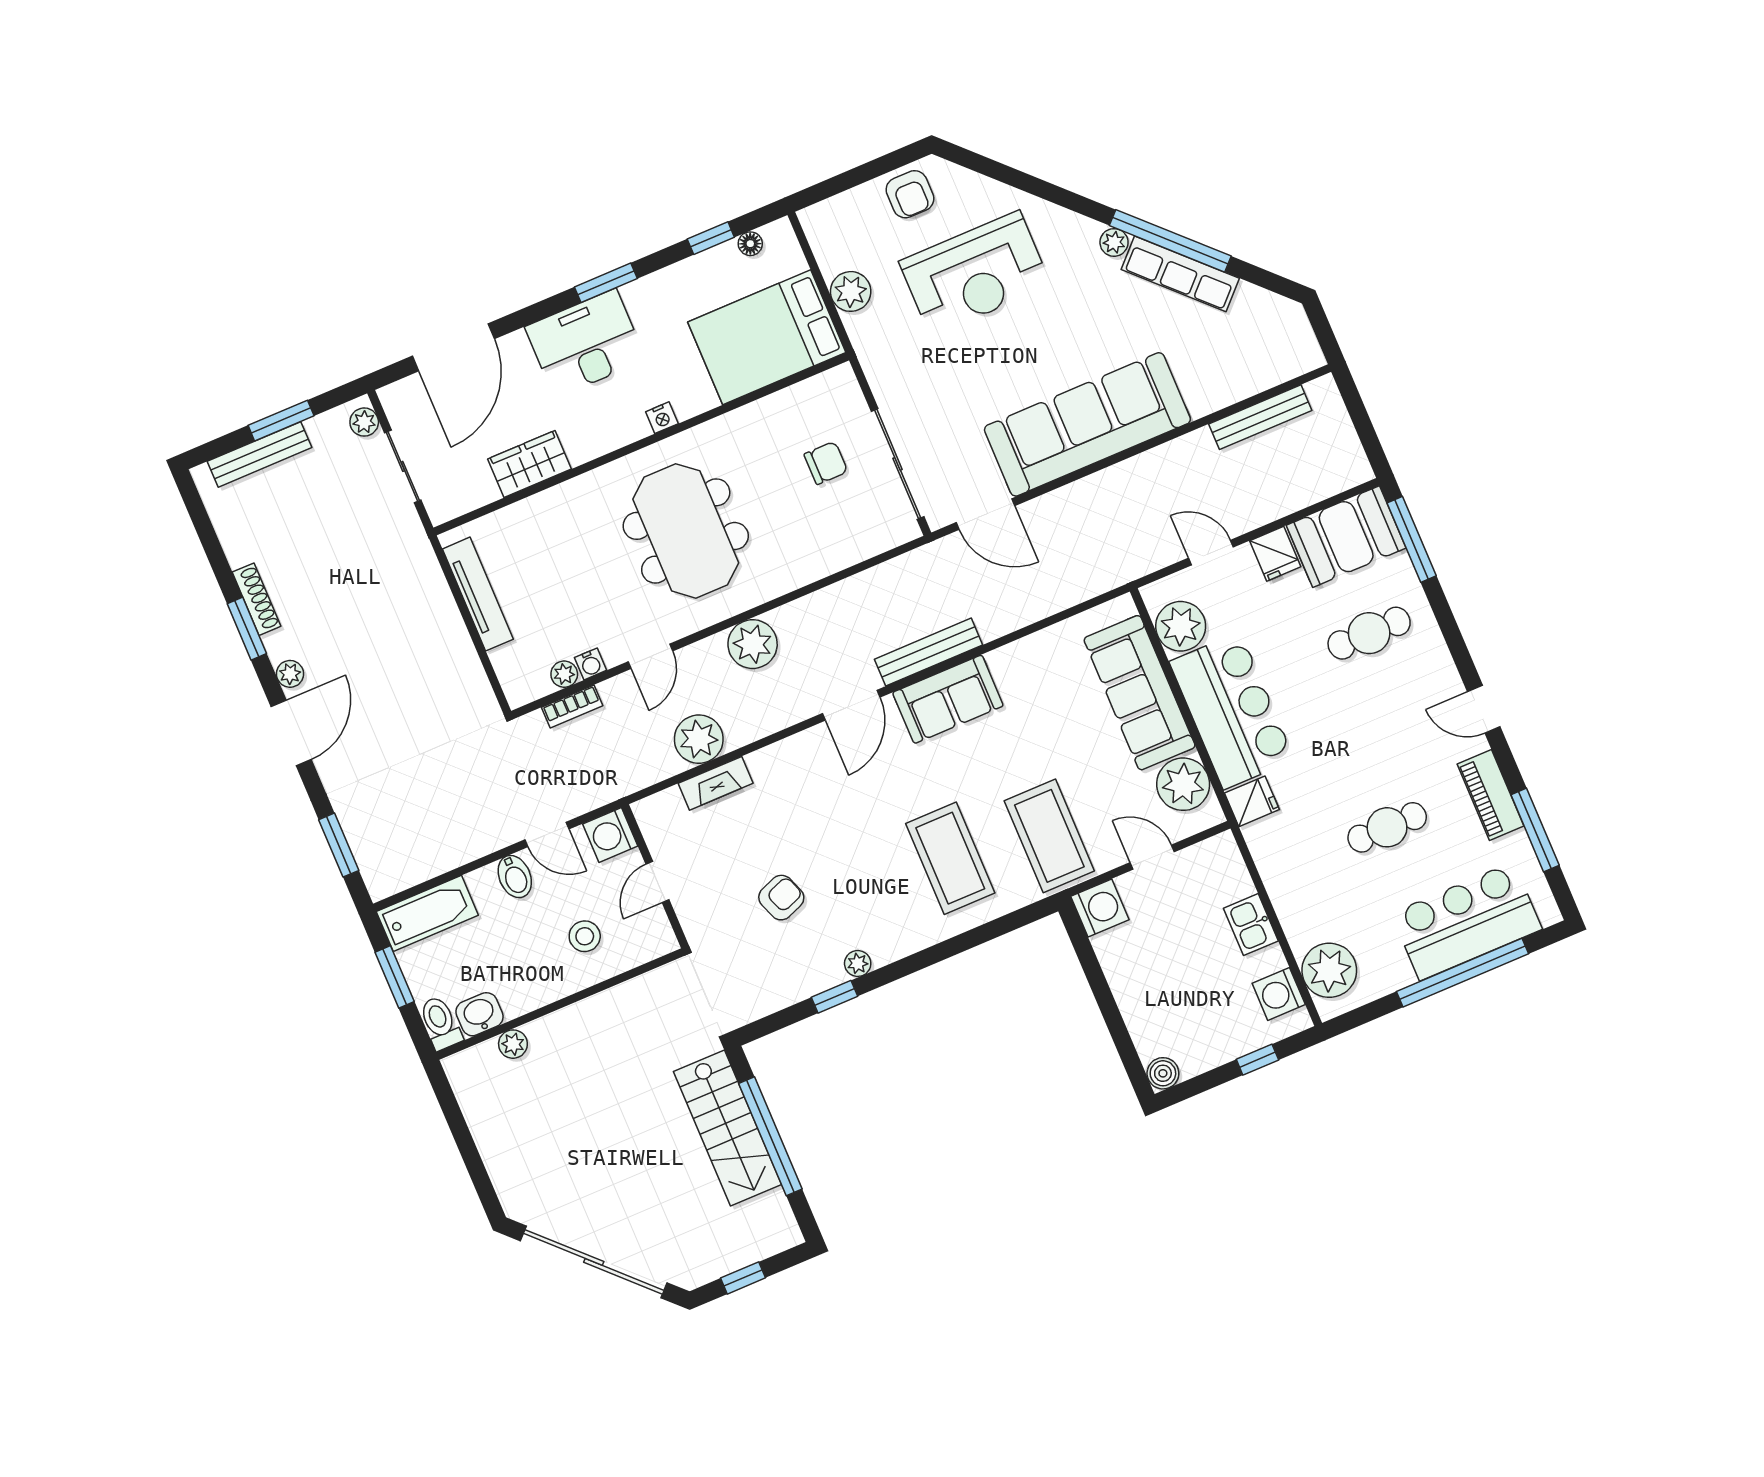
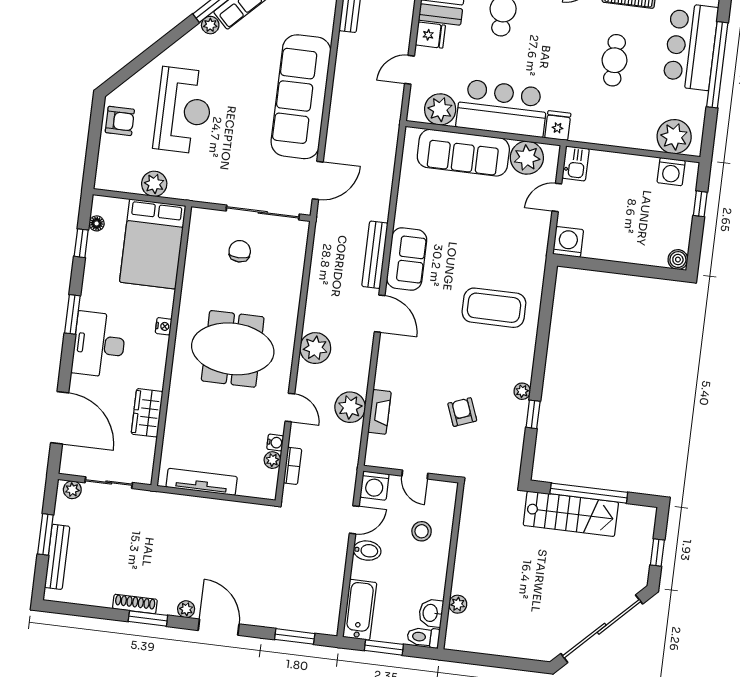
coffee table: (1049, 836) -> (513, 247), removed
kitchen sink: (1251, 925) -> (576, 163), moved, turned -90

